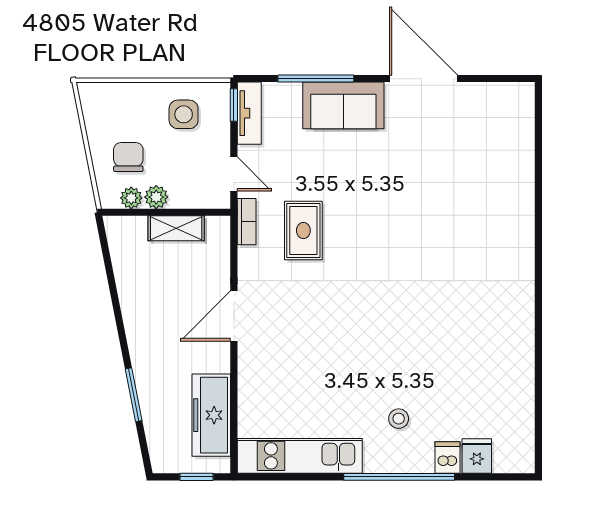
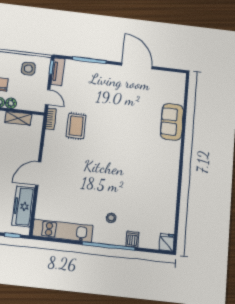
sofa: (343, 105) -> (172, 122), moved, turned 90
door: (234, 316) -> (38, 174), moved
fridge: (477, 456) -> (167, 242), moved

